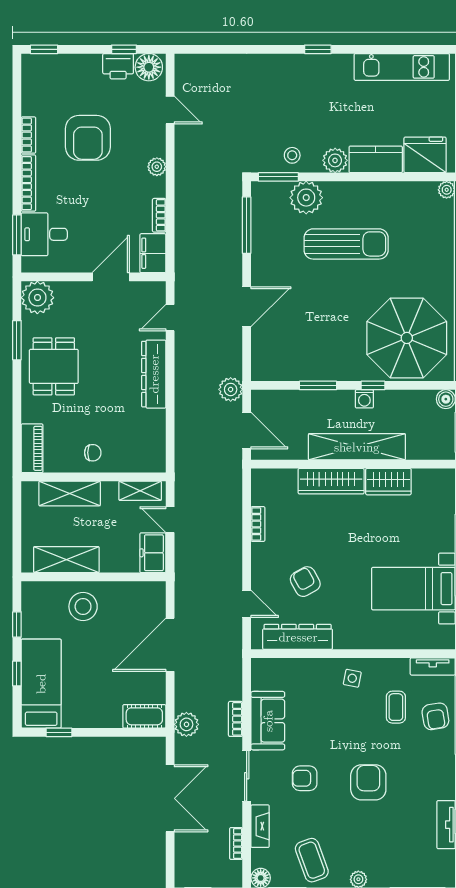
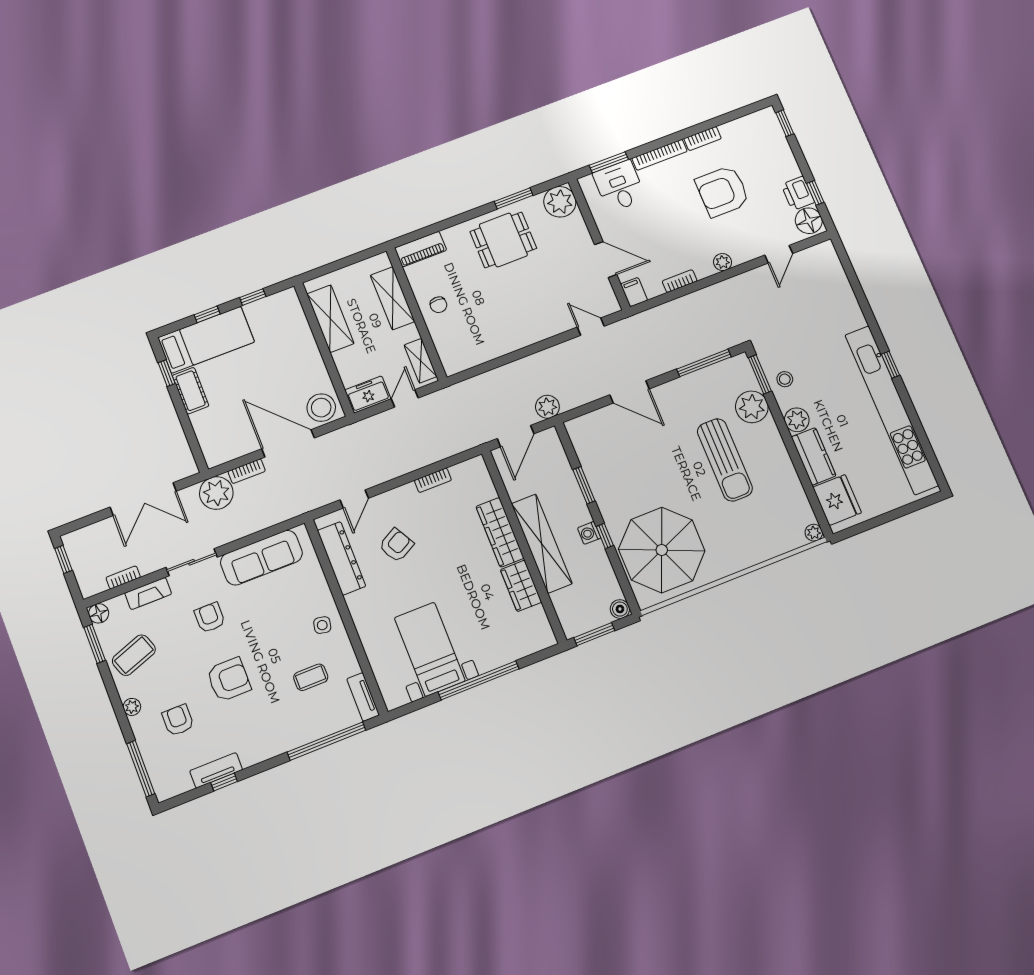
kitchen unit: (402, 67) -> (892, 410), width x1.86
filing cabinet: (153, 253) -> (634, 292), width x0.50
dresser: (154, 374) -> (533, 332), removed
stool: (83, 606) -> (321, 408), moved
cot: (144, 716) -> (191, 391), moved
armchair: (435, 716) -> (178, 720), moved, turned 99
bookcase: (235, 719) -> (247, 471), moved, turned 180
sofa: (268, 721) -> (261, 558), width x1.36
plant: (186, 724) -> (216, 493), width x1.36, depth x1.36

